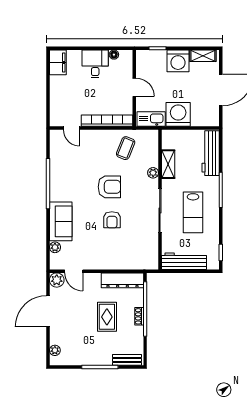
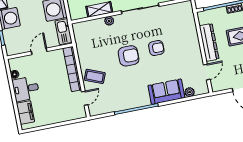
filing cabinet: (58, 62) -> (25, 112), moved, turned 90
coffee table: (126, 148) -> (95, 76), moved
armchair: (109, 187) -> (129, 56), turned 90
plant: (57, 280) -> (217, 85), removed
dresser: (122, 280) -> (209, 42), moved

